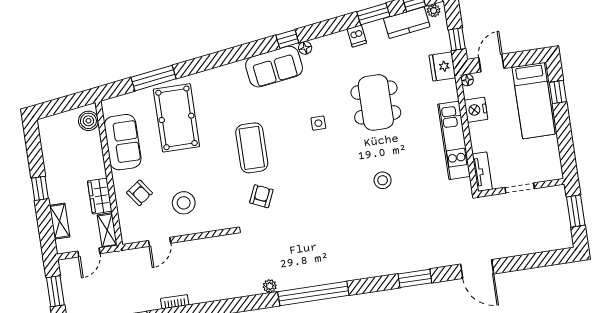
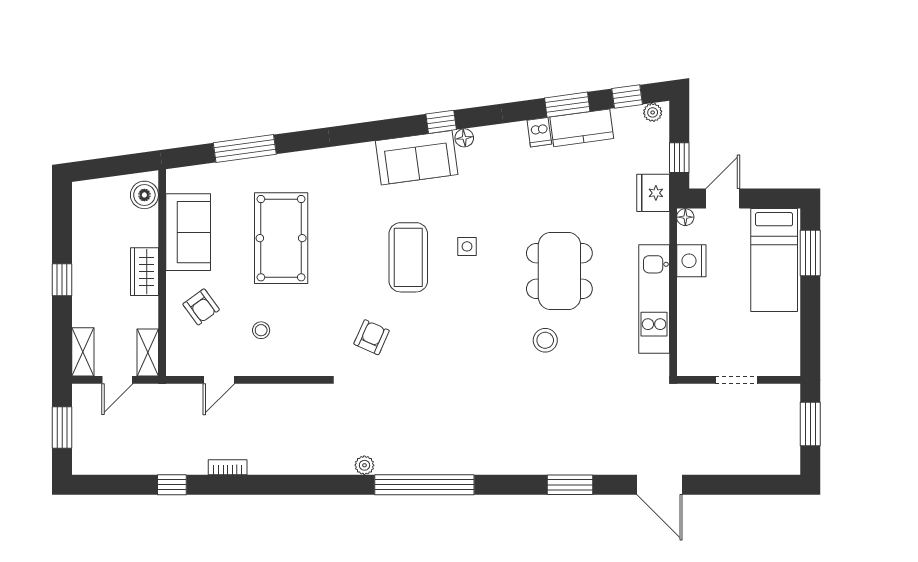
kitchen counter: (407, 23) -> (582, 128), moved
window: (558, 92) -> (810, 253), width x1.50
dining table: (376, 102) -> (559, 271), moved
pool table: (176, 118) -> (281, 238), moved
coffee table: (252, 148) -> (408, 257), moved
tv unit: (482, 172) -> (687, 349), removed
wardrobe: (100, 196) -> (144, 272), moved
stool: (184, 203) -> (261, 330), width x0.53, depth x0.53
shelving: (60, 221) -> (83, 352), moved

